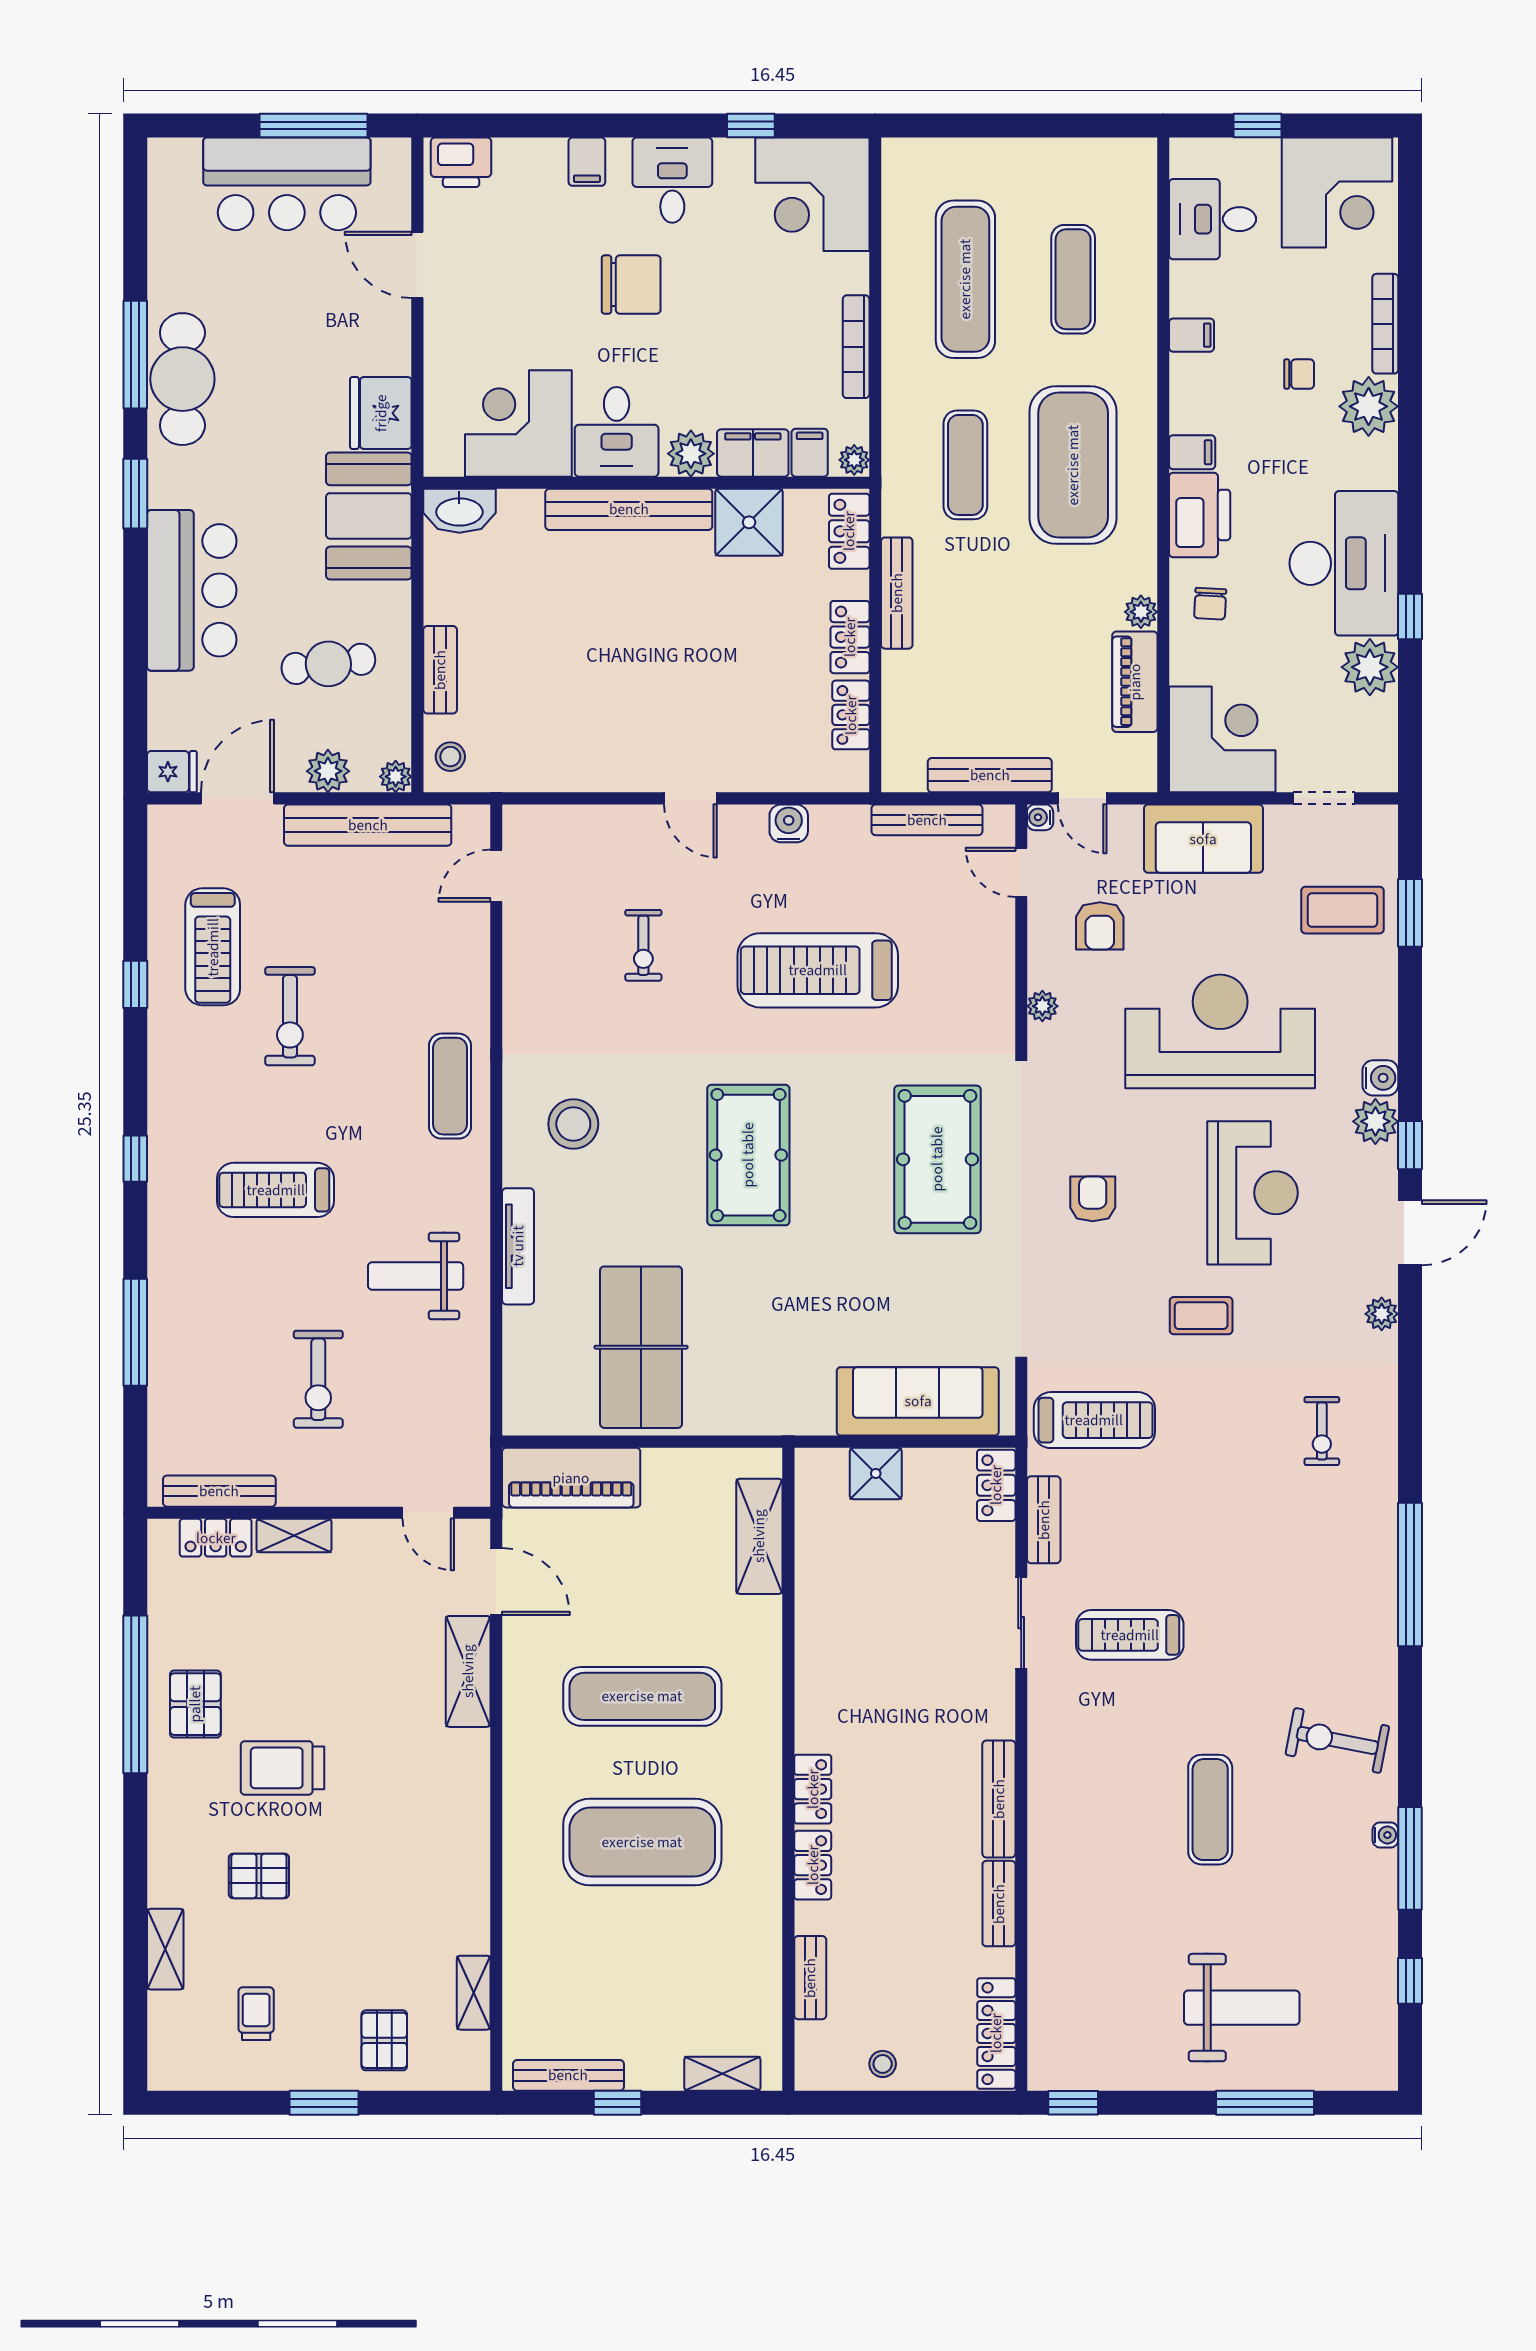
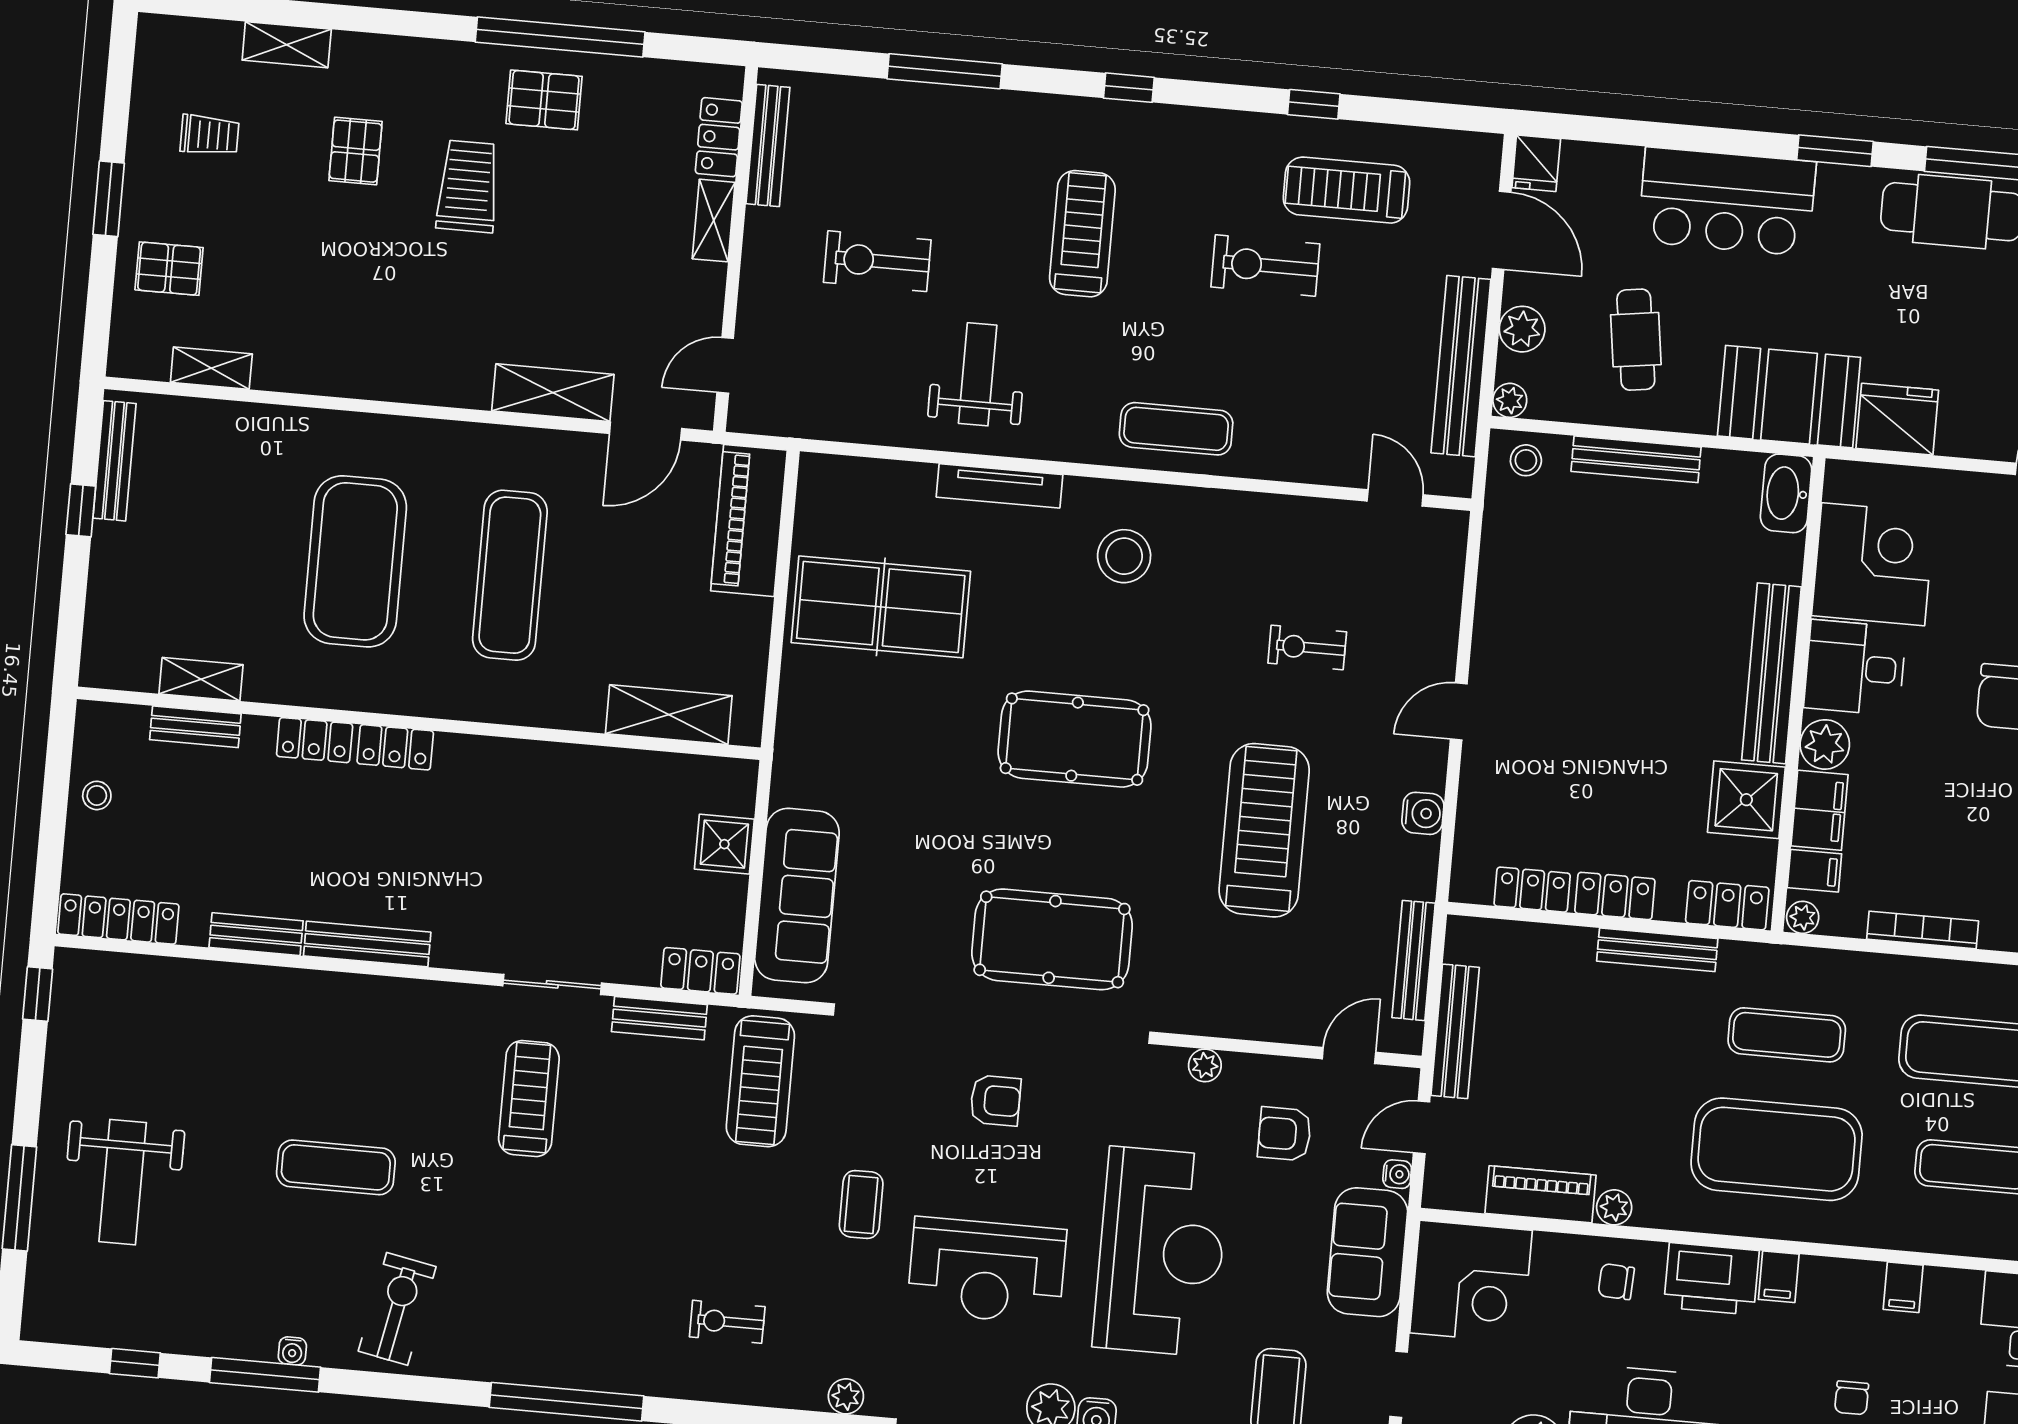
bench: (440, 670) -> (1636, 459), width x1.36
water cooler: (1040, 817) -> (1397, 1174), moved, turned 90
shelving: (722, 2074) -> (201, 679), moved, turned 90

